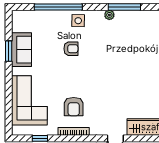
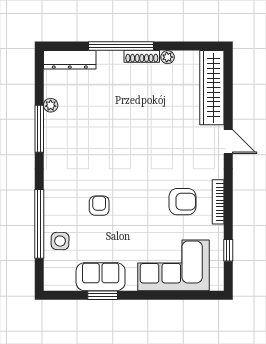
plant: (109, 15) -> (51, 105), moved
side table: (78, 21) -> (60, 241), moved

